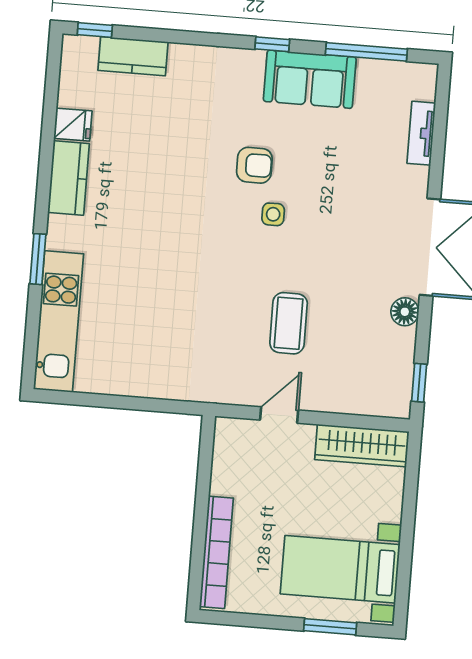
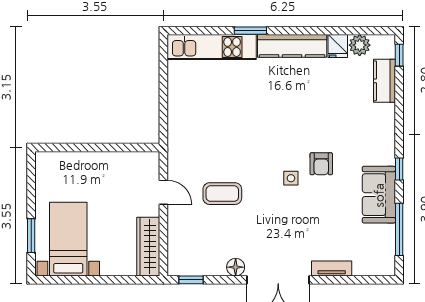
plant: (74, 90) -> (360, 45), added
tv unit: (421, 133) -> (332, 268), moved
kitchen counter: (68, 178) -> (292, 46), width x1.50
bookcase: (216, 552) -> (73, 159), removed

